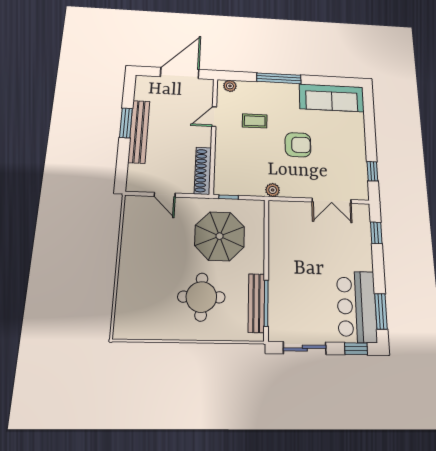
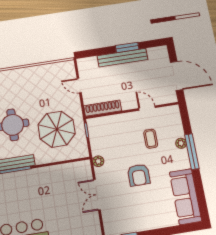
plant: (230, 86) -> (181, 143), moved
door: (165, 195) -> (79, 86), hinge flipped
double door: (332, 201) -> (97, 195), moved

